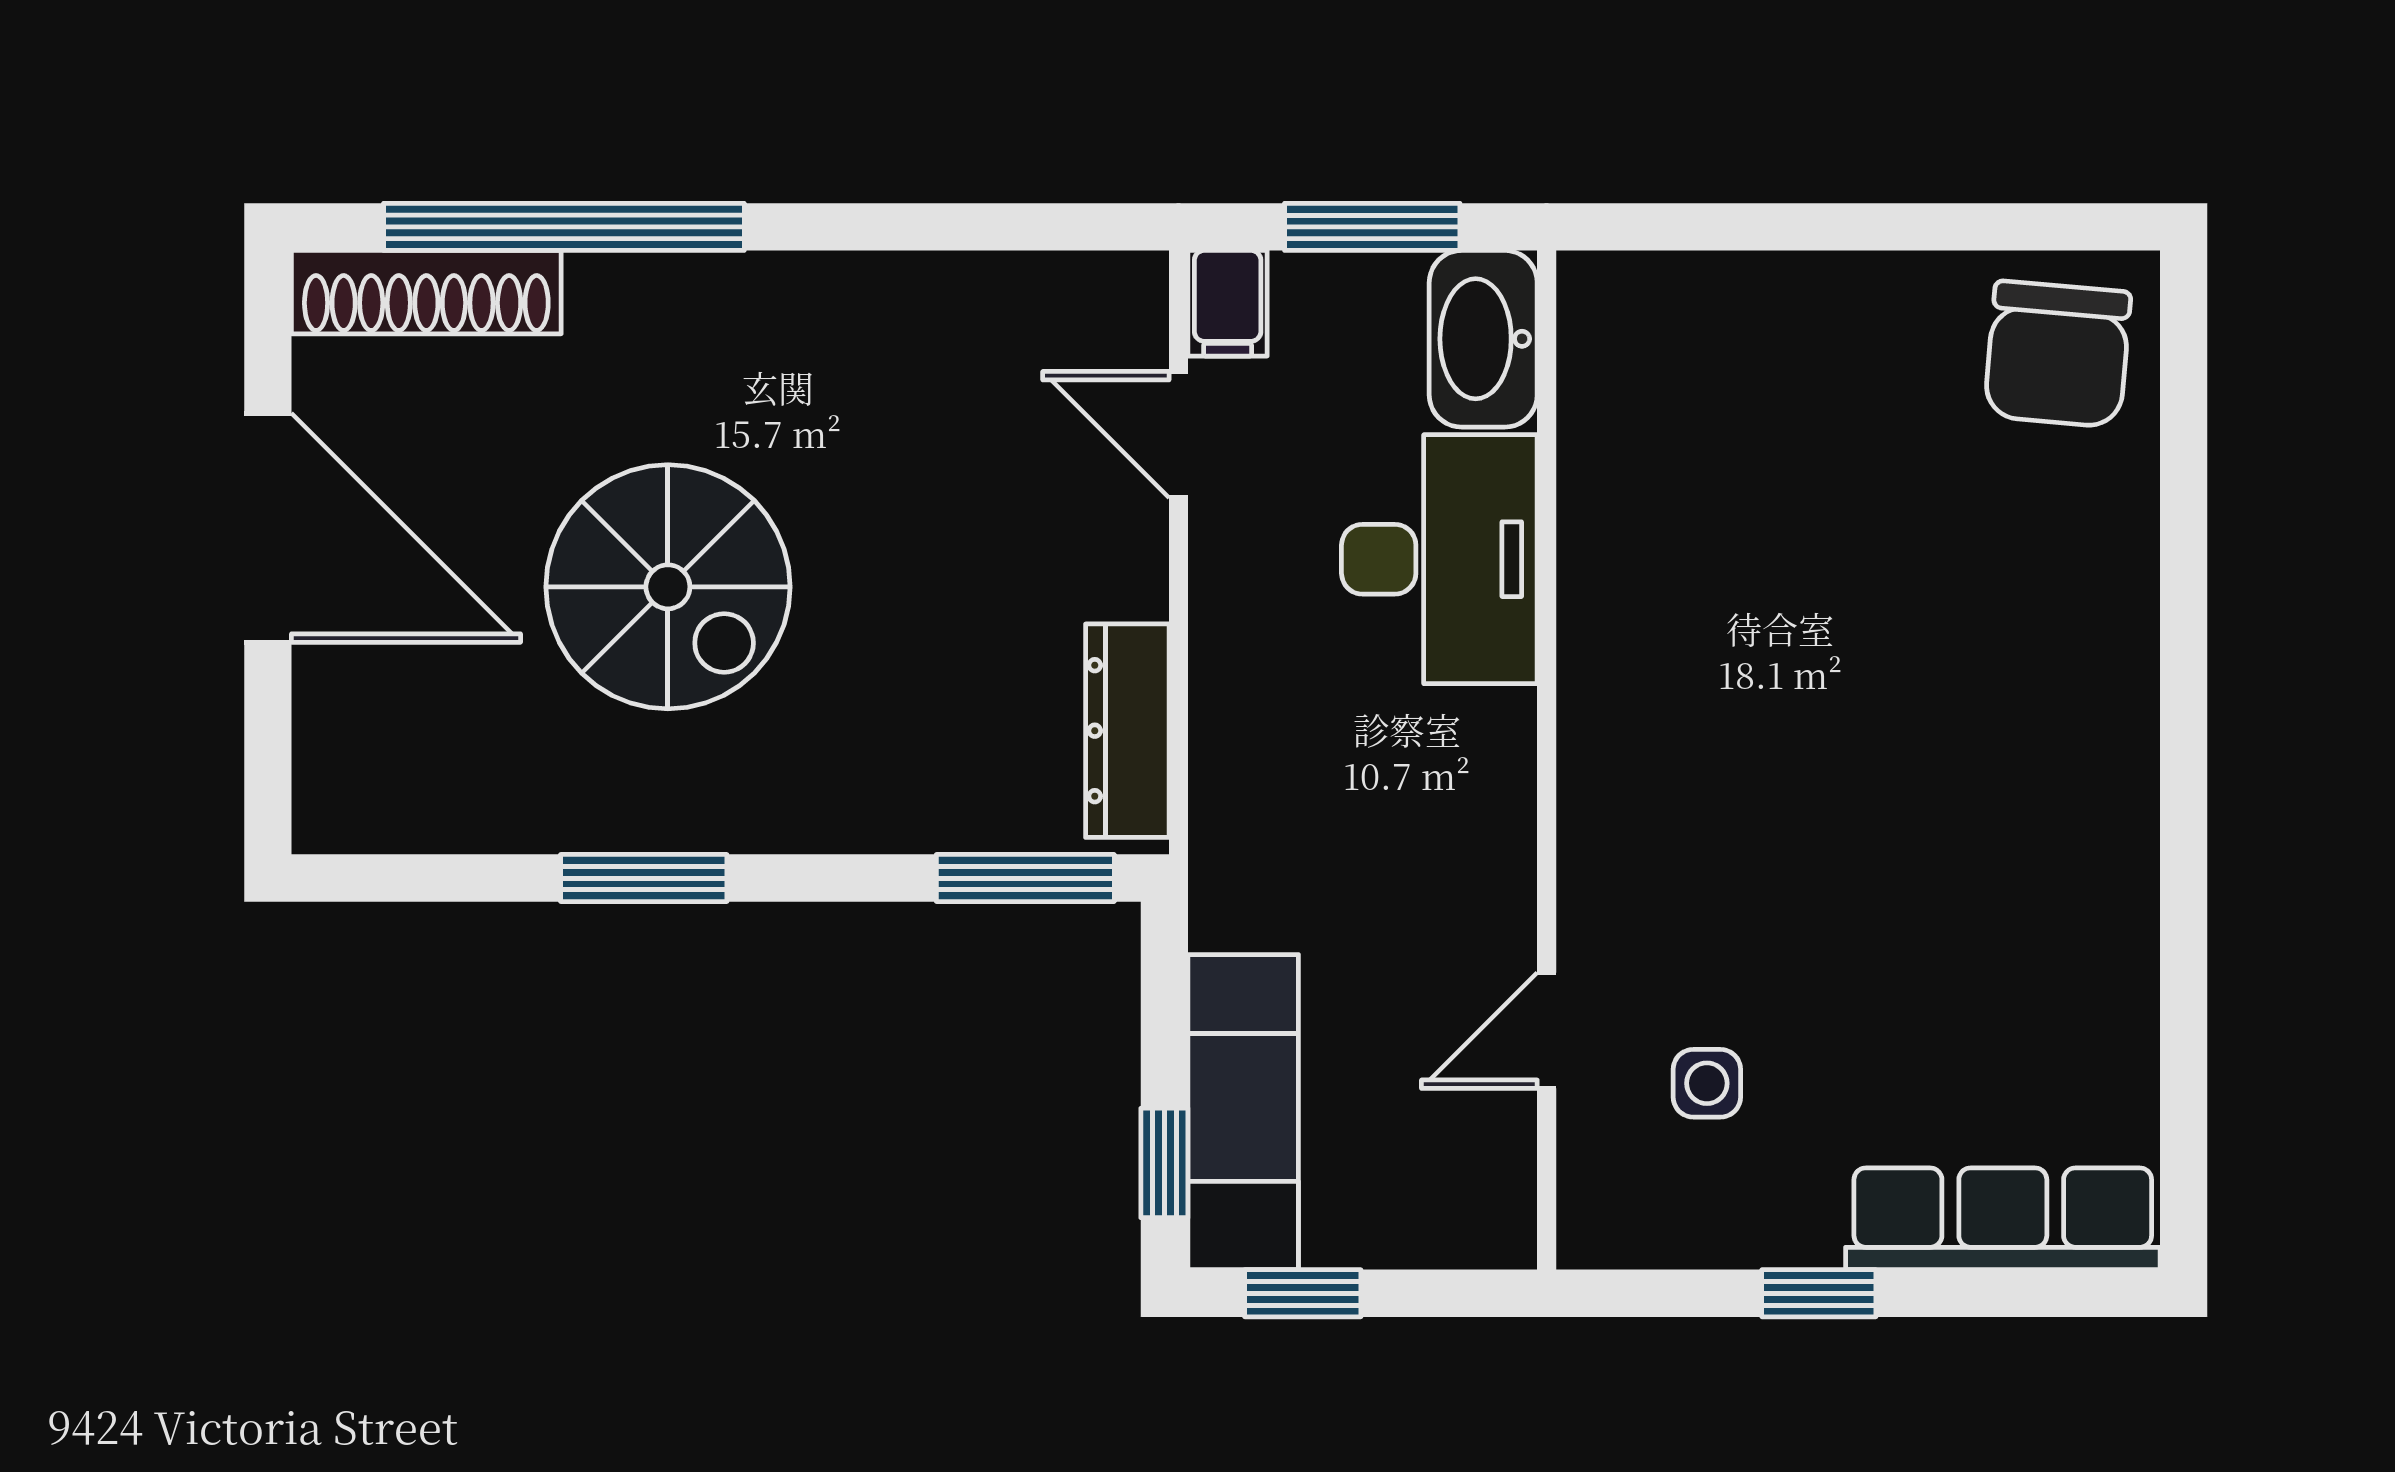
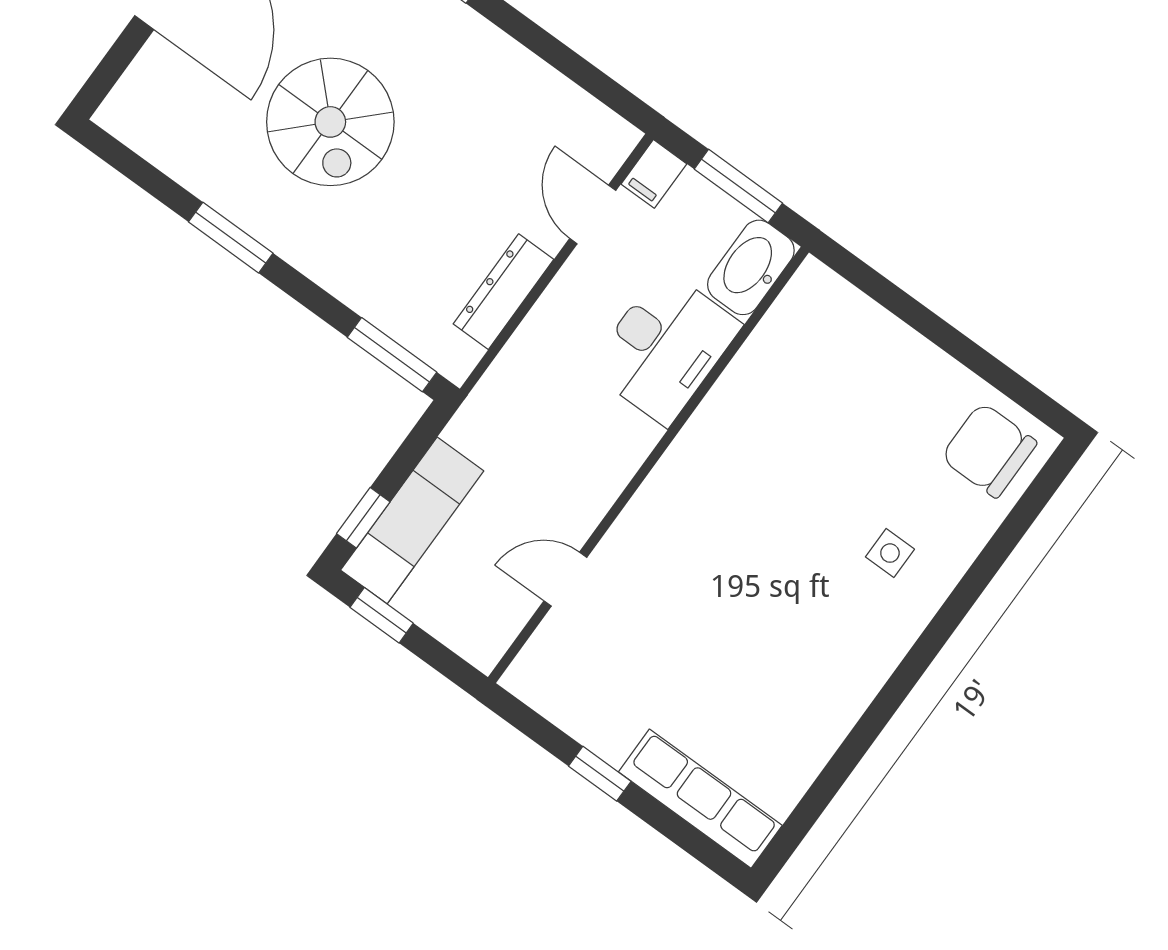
chair: (2058, 354) -> (989, 450), turned 85
dresser: (1127, 731) -> (504, 292), moved
side table: (1707, 1083) -> (890, 553), moved

